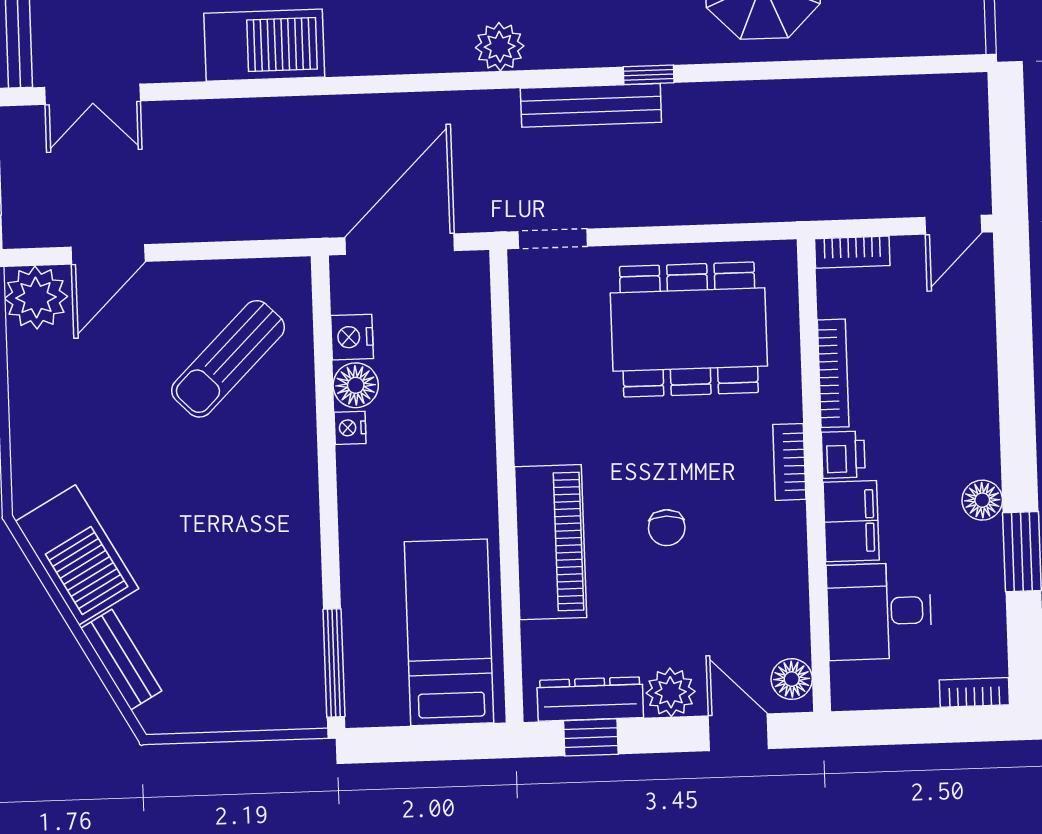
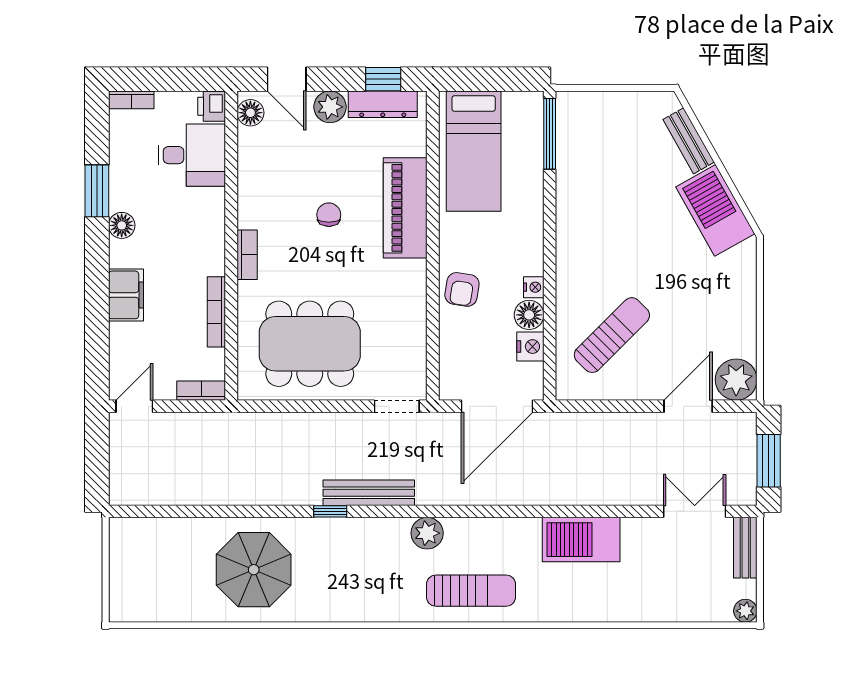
armchair: (459, 421) -> (462, 289), added
printer: (843, 455) -> (212, 106), moved
filing cabinet: (851, 521) -> (126, 295), moved, turned 180

